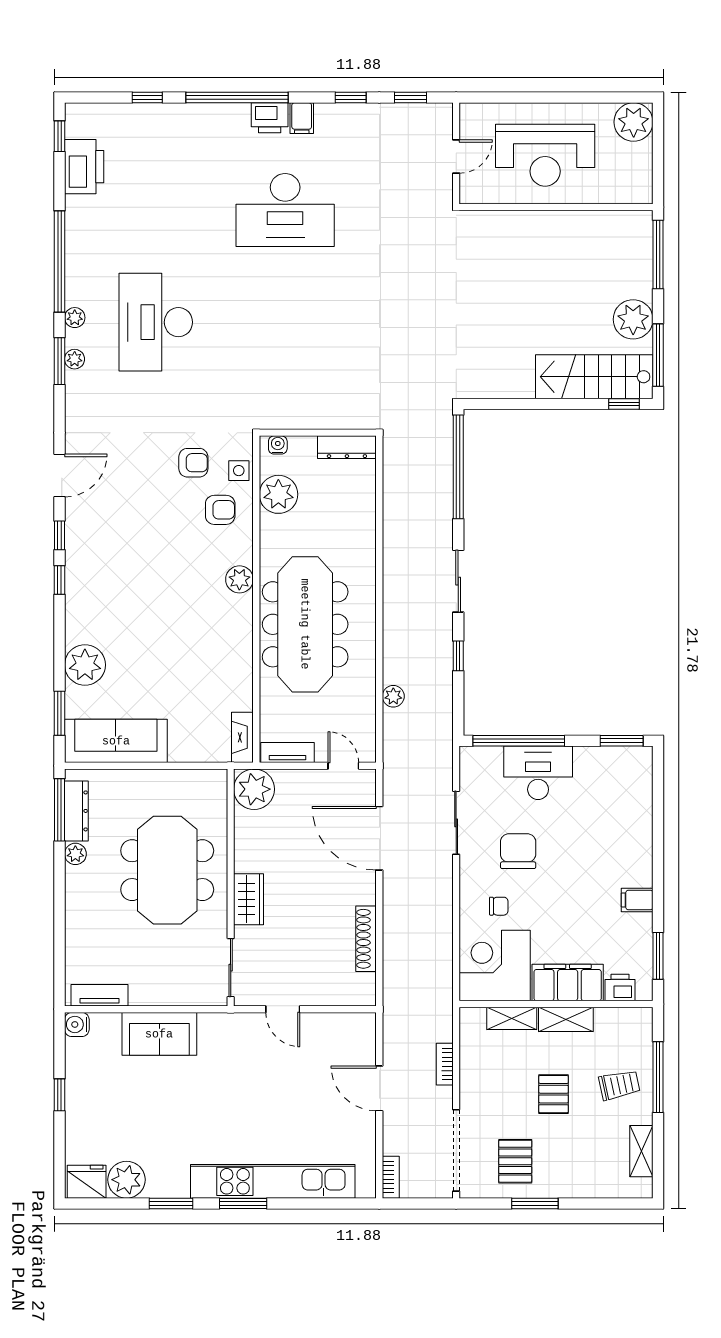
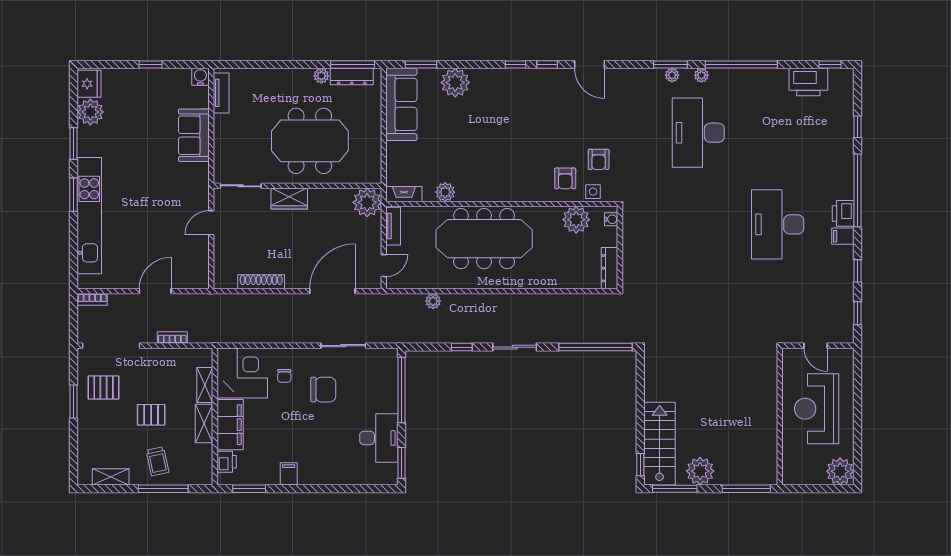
desk: (156, 322) -> (698, 133), turned -90
plant: (239, 579) -> (445, 192), moved
desk: (538, 773) -> (379, 438), moved

